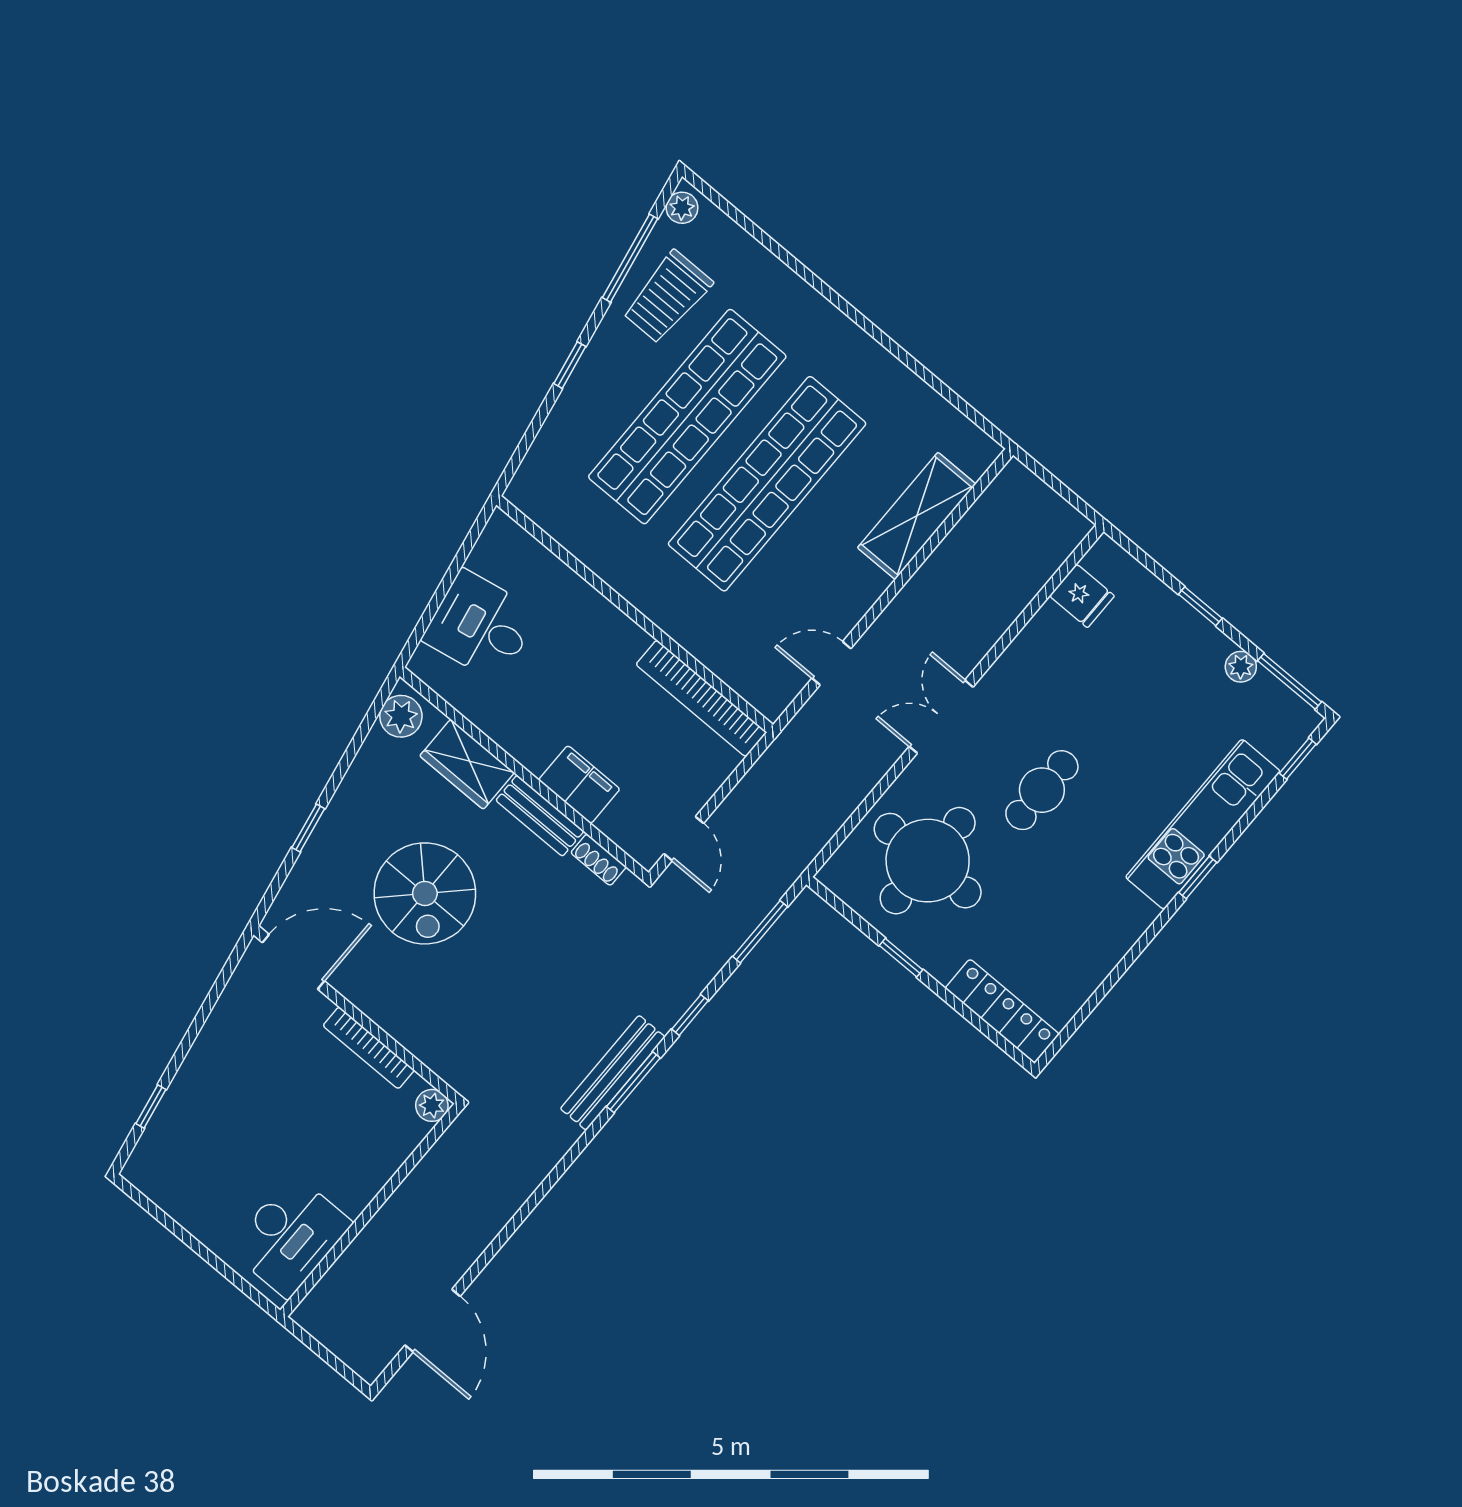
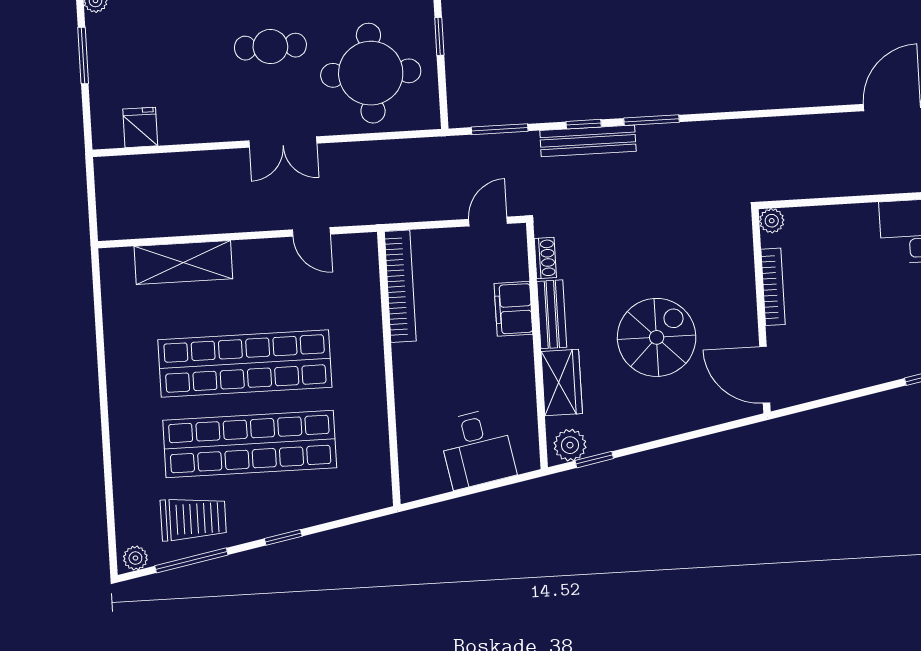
window: (1200, 606) -> (83, 55), width x1.50
window: (308, 828) -> (594, 460), moved
bench: (613, 1073) -> (588, 141), moved

